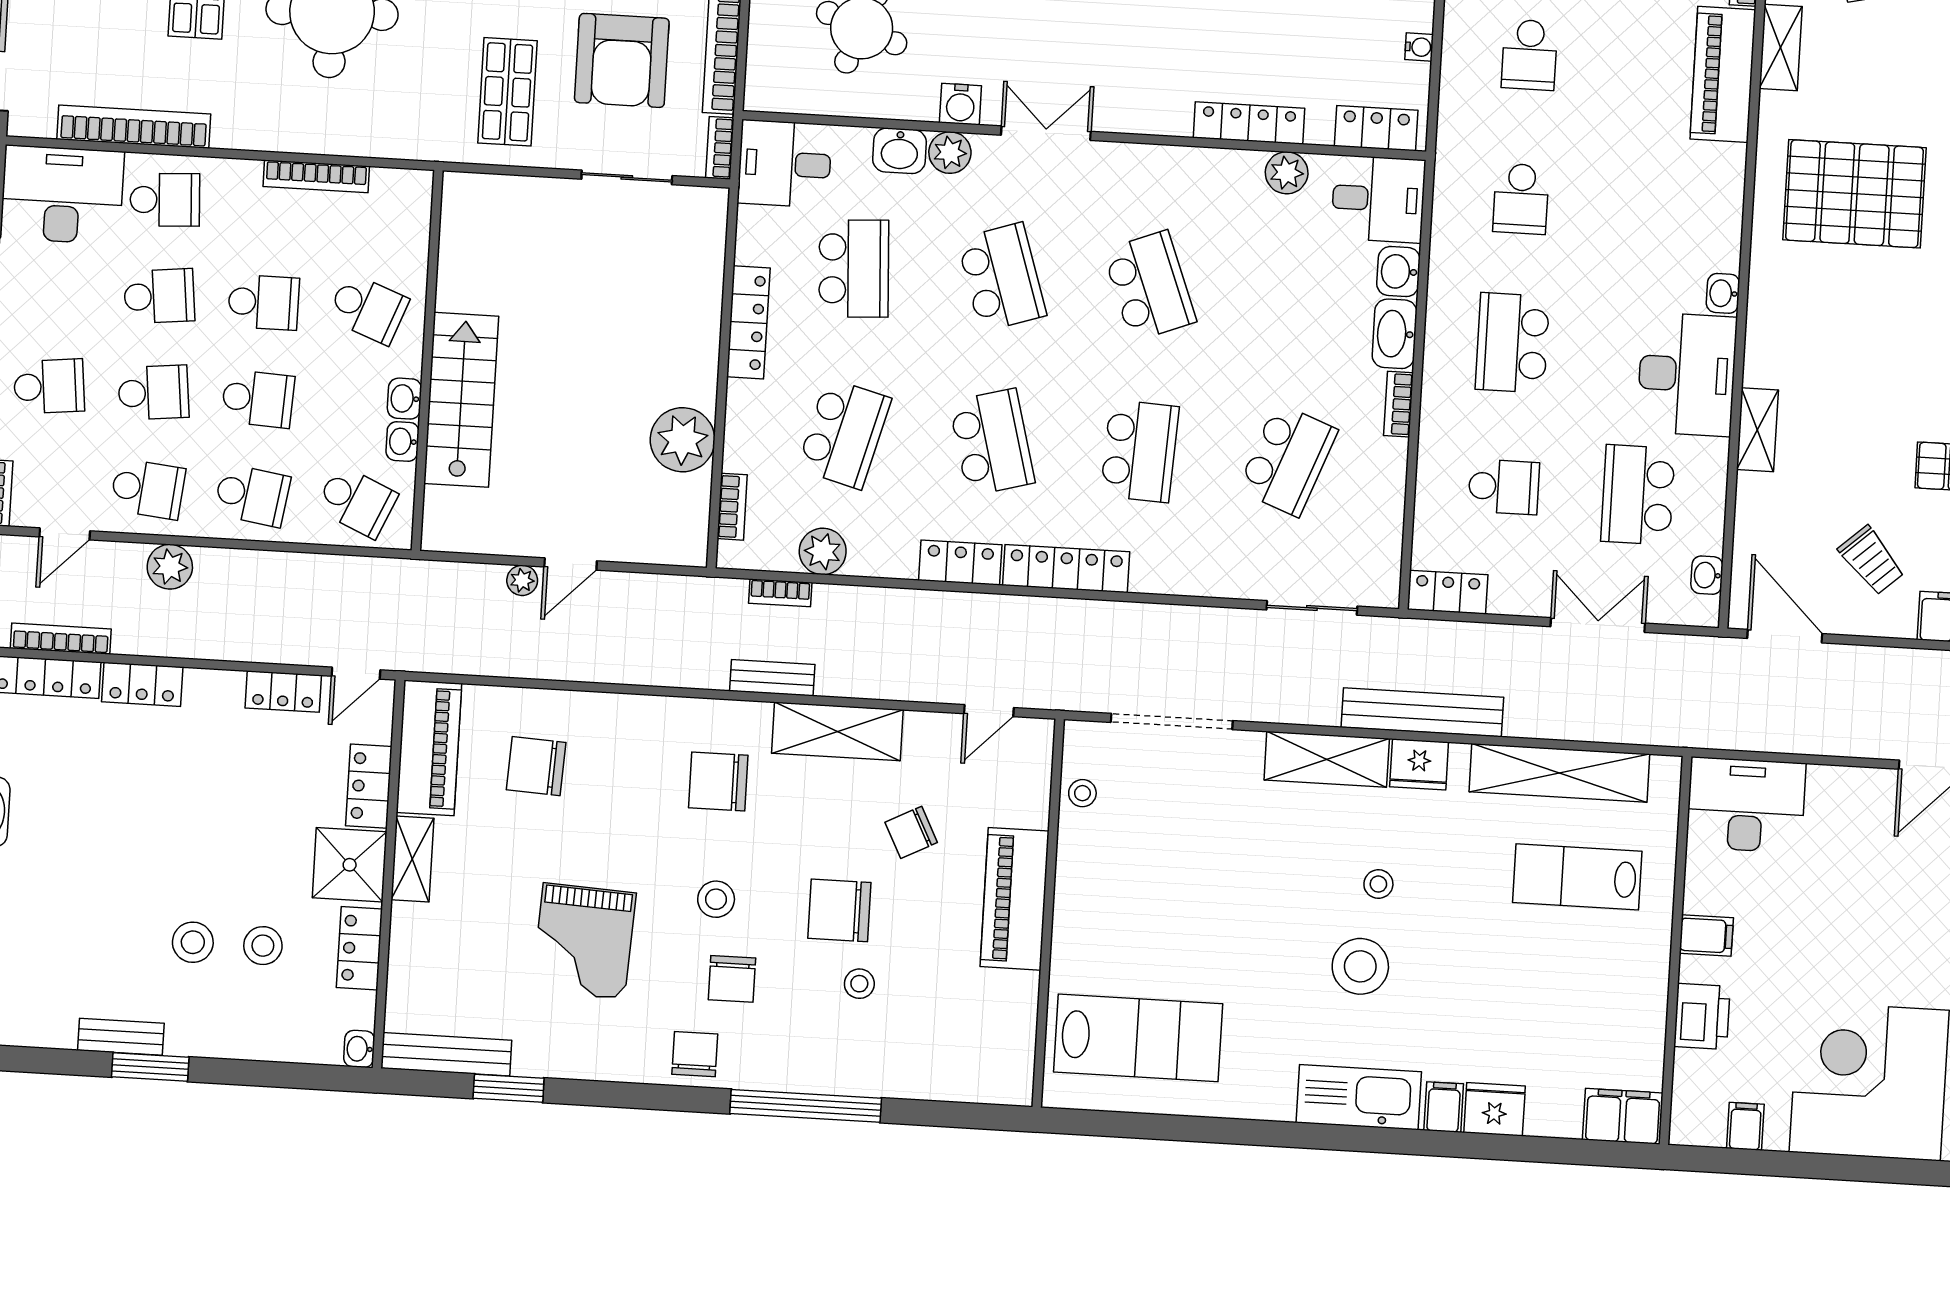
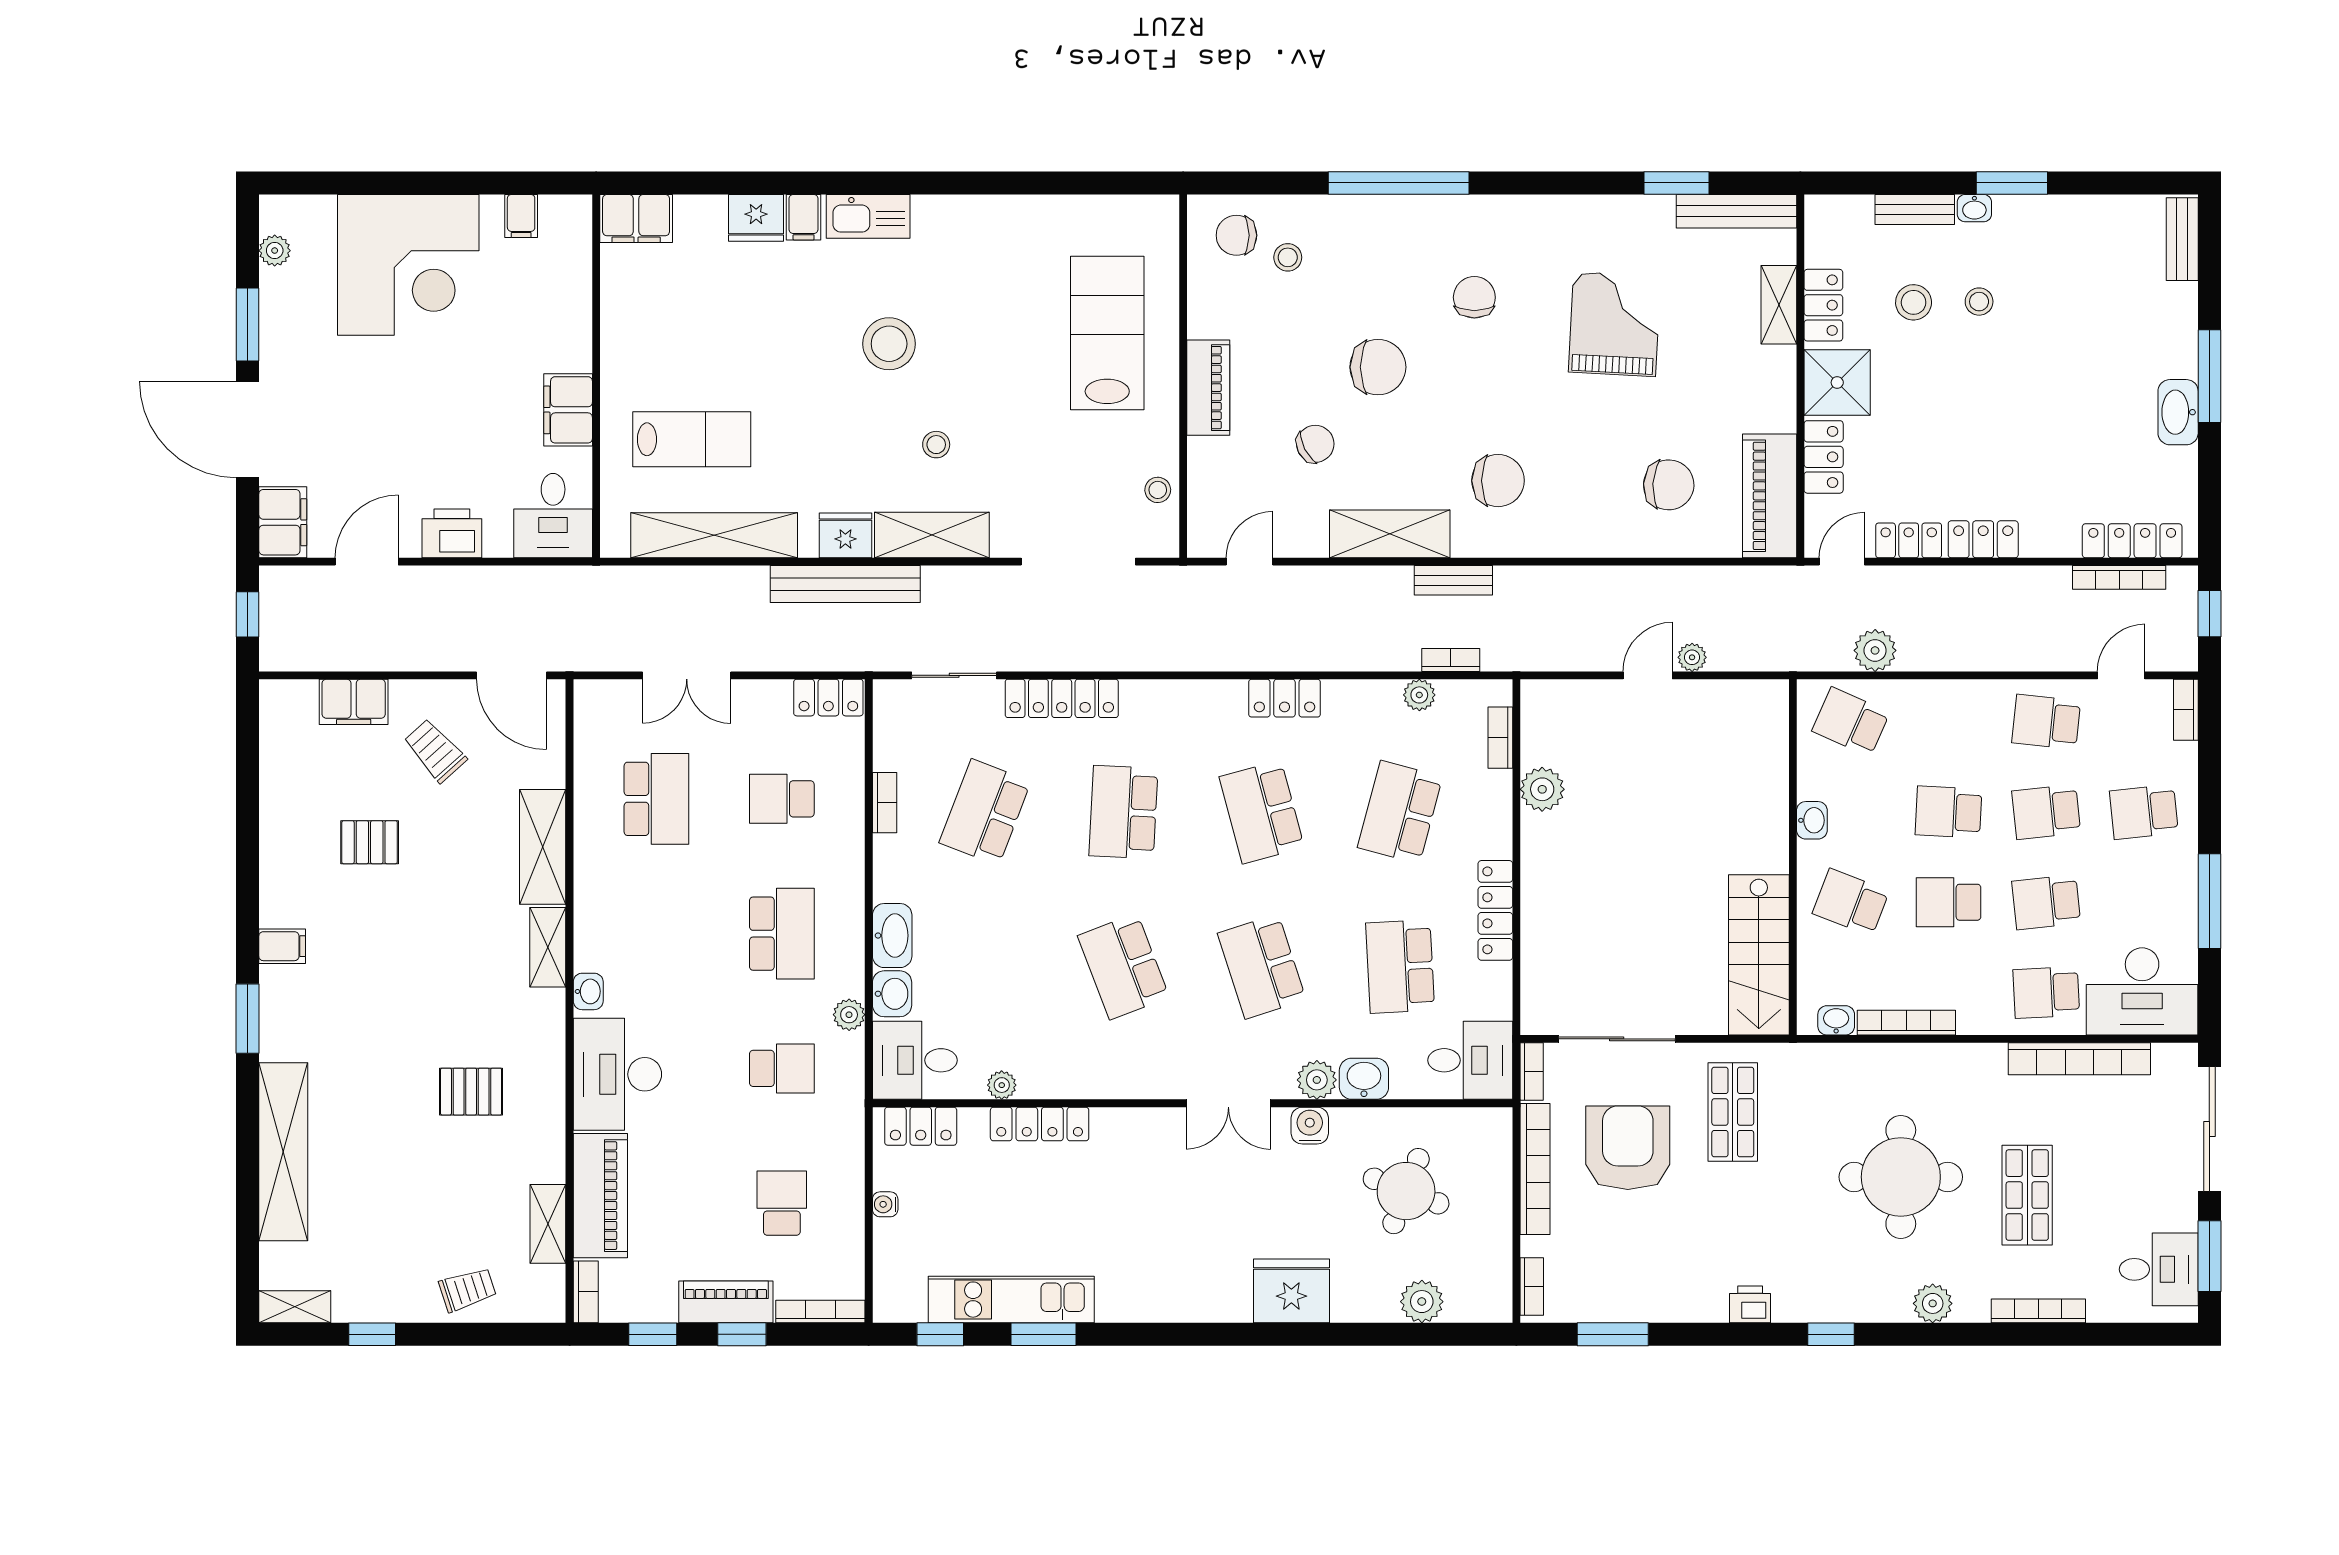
plant: (1287, 173) -> (1002, 1085), width x0.73, depth x0.73
sliding door: (627, 177) -> (1617, 1039), width x1.37
pallet: (1854, 194) -> (471, 1092), width x0.49, depth x0.50
school desk: (1521, 199) -> (782, 1068), turned 90
plant: (1446, 252) -> (849, 1015), added
shelving: (1763, 343) -> (548, 947), added
desk: (1687, 374) -> (617, 1074), moved
stairs: (461, 400) -> (1759, 955), moved
bookcase: (1399, 404) -> (885, 803), moved
shelving: (1757, 430) -> (543, 847), width x1.50, depth x1.33
plant: (683, 440) -> (1542, 789), width x0.73, depth x0.73
washbasin: (402, 441) -> (1836, 1020), moved, turned -90
school desk: (252, 495) -> (1949, 722), removed
plant: (823, 551) -> (1419, 695), width x0.73, depth x0.73
plant: (170, 567) -> (1875, 650), moved
locker: (1066, 569) -> (1062, 698), moved
washbasin: (1707, 575) -> (588, 728), removed
locker: (142, 684) -> (1983, 539), moved
desk: (1746, 805) -> (553, 516), width x0.73
shelving: (412, 859) -> (1779, 305), moved
stool: (1378, 884) -> (936, 445), moved
stool: (716, 899) -> (1494, 371), removed
piano: (1015, 899) -> (1208, 388), width x0.73, depth x0.75
filing cabinet: (1706, 936) -> (568, 410), width x2.00
stool: (193, 942) -> (1979, 302), width x0.73, depth x0.73
stool: (859, 984) -> (1288, 257), moved
printer: (1702, 1016) -> (452, 533), moved, turned 90
bench: (121, 1037) -> (1915, 209), moved
lab bench: (1138, 1038) -> (1107, 333), moved, turned 90
washbasin: (359, 1049) -> (1974, 208), moved, turned 90
chair: (695, 1054) -> (1236, 235), moved, turned 90
kitchen sink: (1359, 1097) -> (868, 216), width x0.73, depth x0.81

